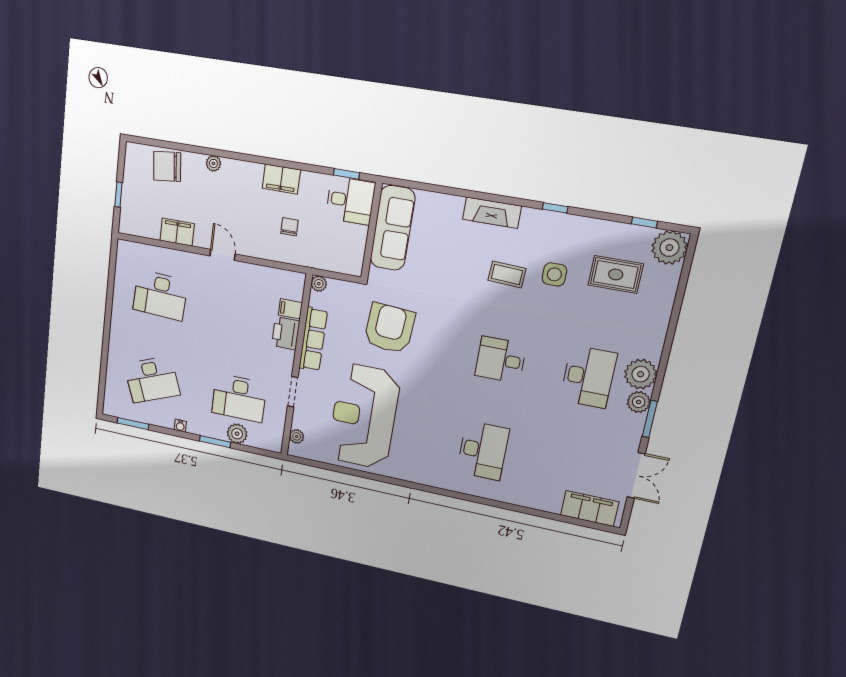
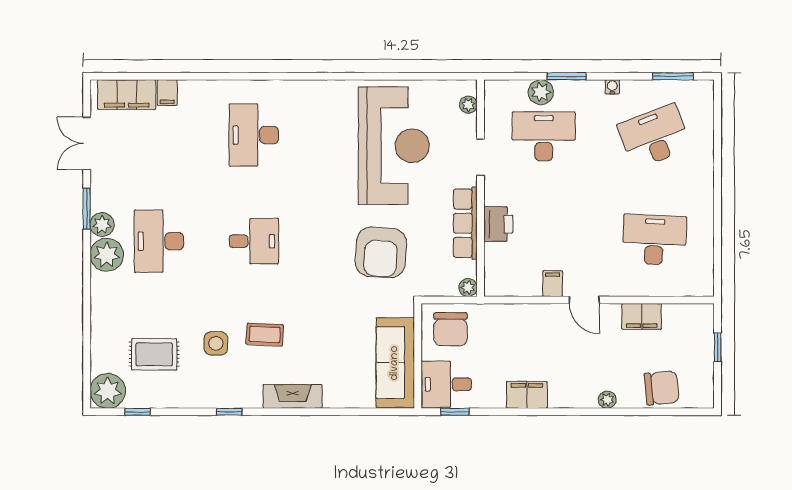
chair: (289, 227) -> (450, 329), moved, width x1.87, depth x1.87
filing cabinet: (290, 309) -> (553, 284), moved, turned -90
filing cabinet: (553, 502) -> (167, 93), added

